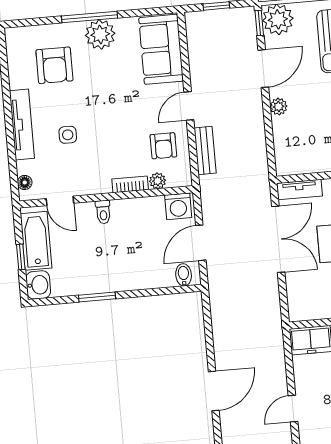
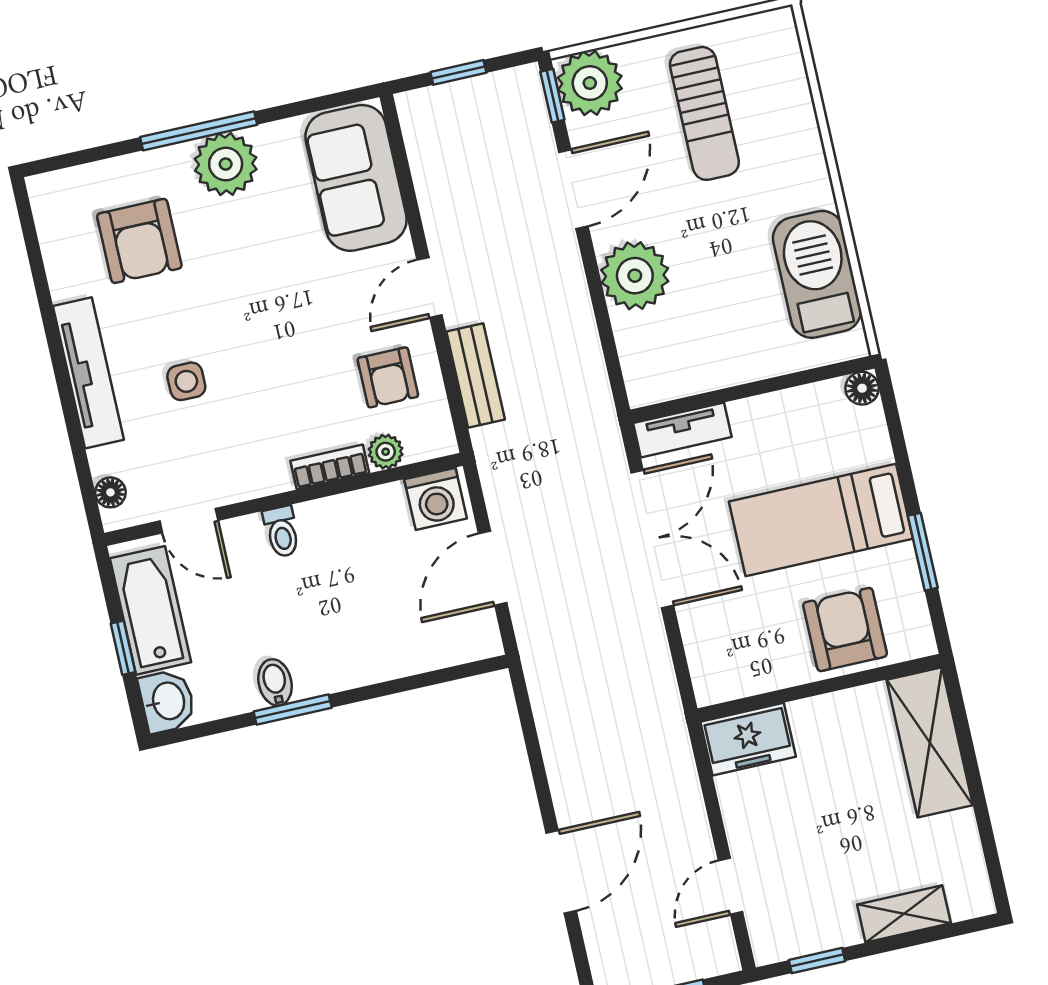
plant: (279, 107) -> (635, 276), width x1.87, depth x1.87
bidet: (184, 275) -> (275, 682), moved

